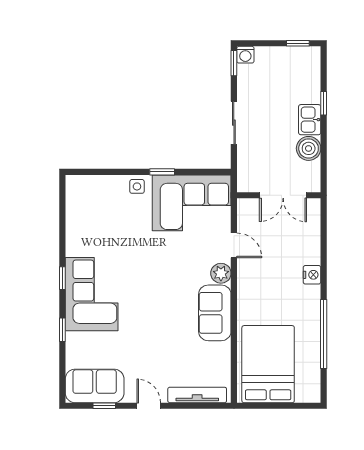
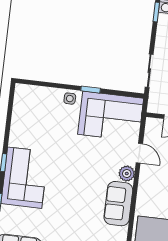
sliding door: (234, 123) -> (149, 71), moved

